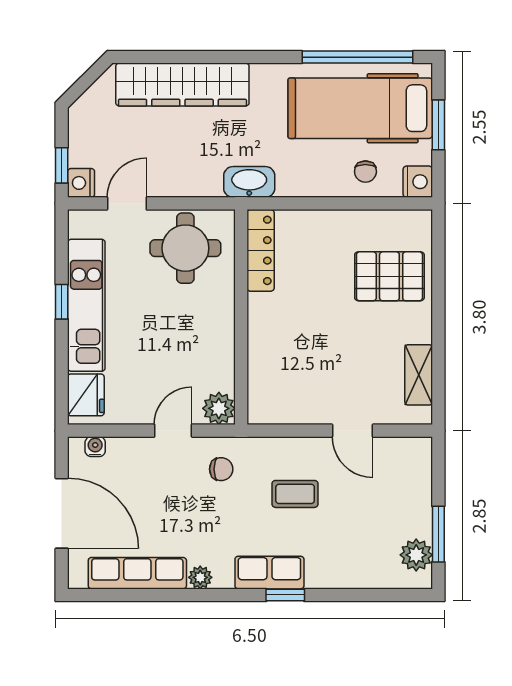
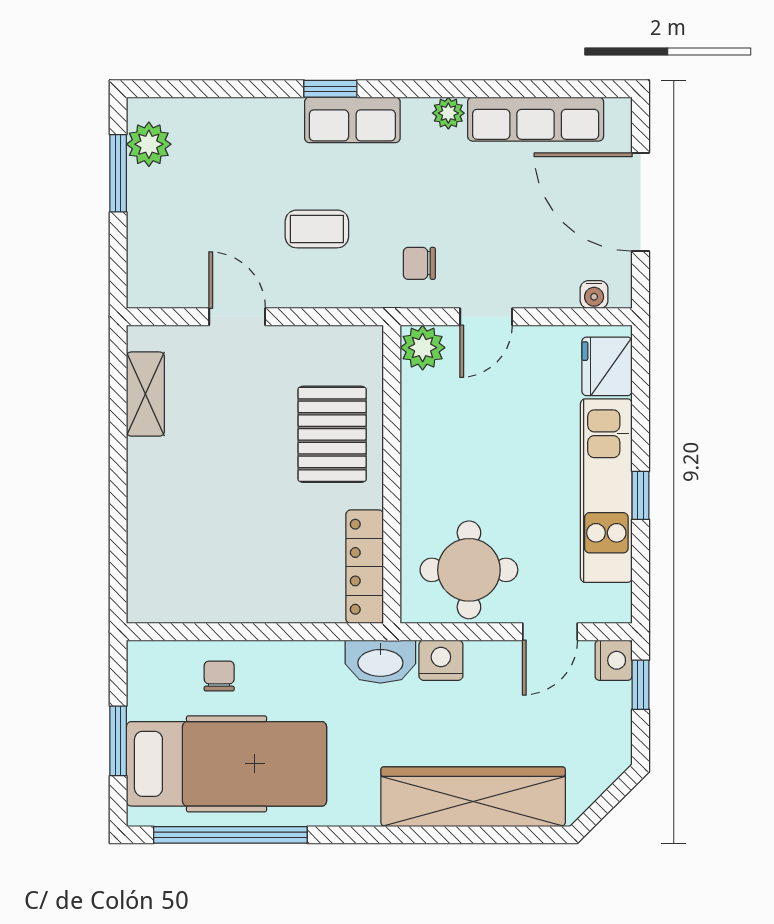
nightstand: (418, 182) -> (441, 660), moved, turned 90
pallet: (389, 276) -> (332, 434), moved, turned 90

